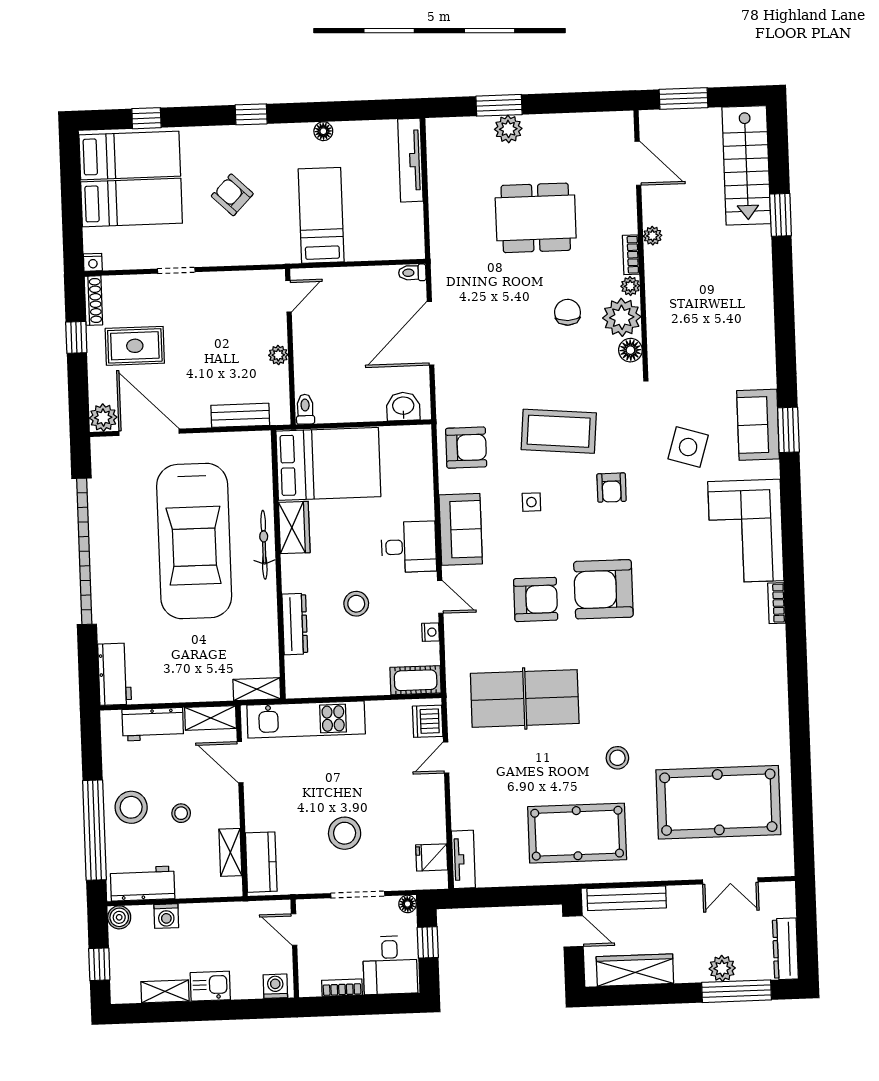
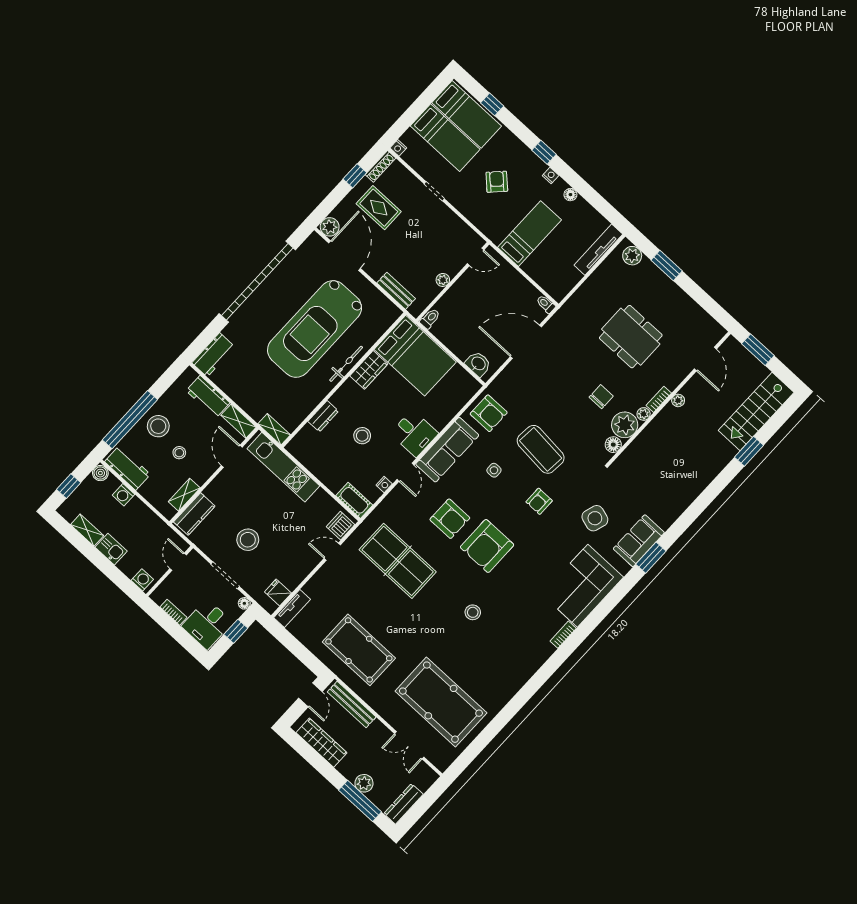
plant: (508, 129) -> (632, 256), moved
nightstand: (282, 132) -> (551, 175), added
sofa: (461, 529) -> (447, 450), width x1.36
armchair: (603, 589) -> (487, 546), turned -90
dresser: (295, 624) -> (323, 416), width x0.70
stool: (617, 758) -> (473, 612), moved

